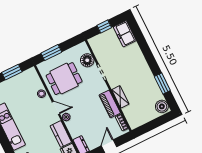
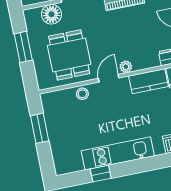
window: (51, 53) -> (23, 47), moved

